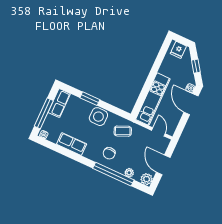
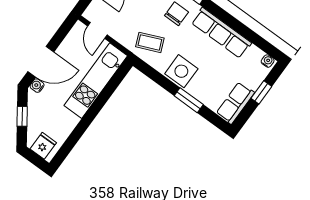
door: (191, 104) -> (41, 62), hinge flipped
window: (44, 113) -> (261, 92), width x0.46
row of seats: (72, 144) -> (221, 33), width x1.48

